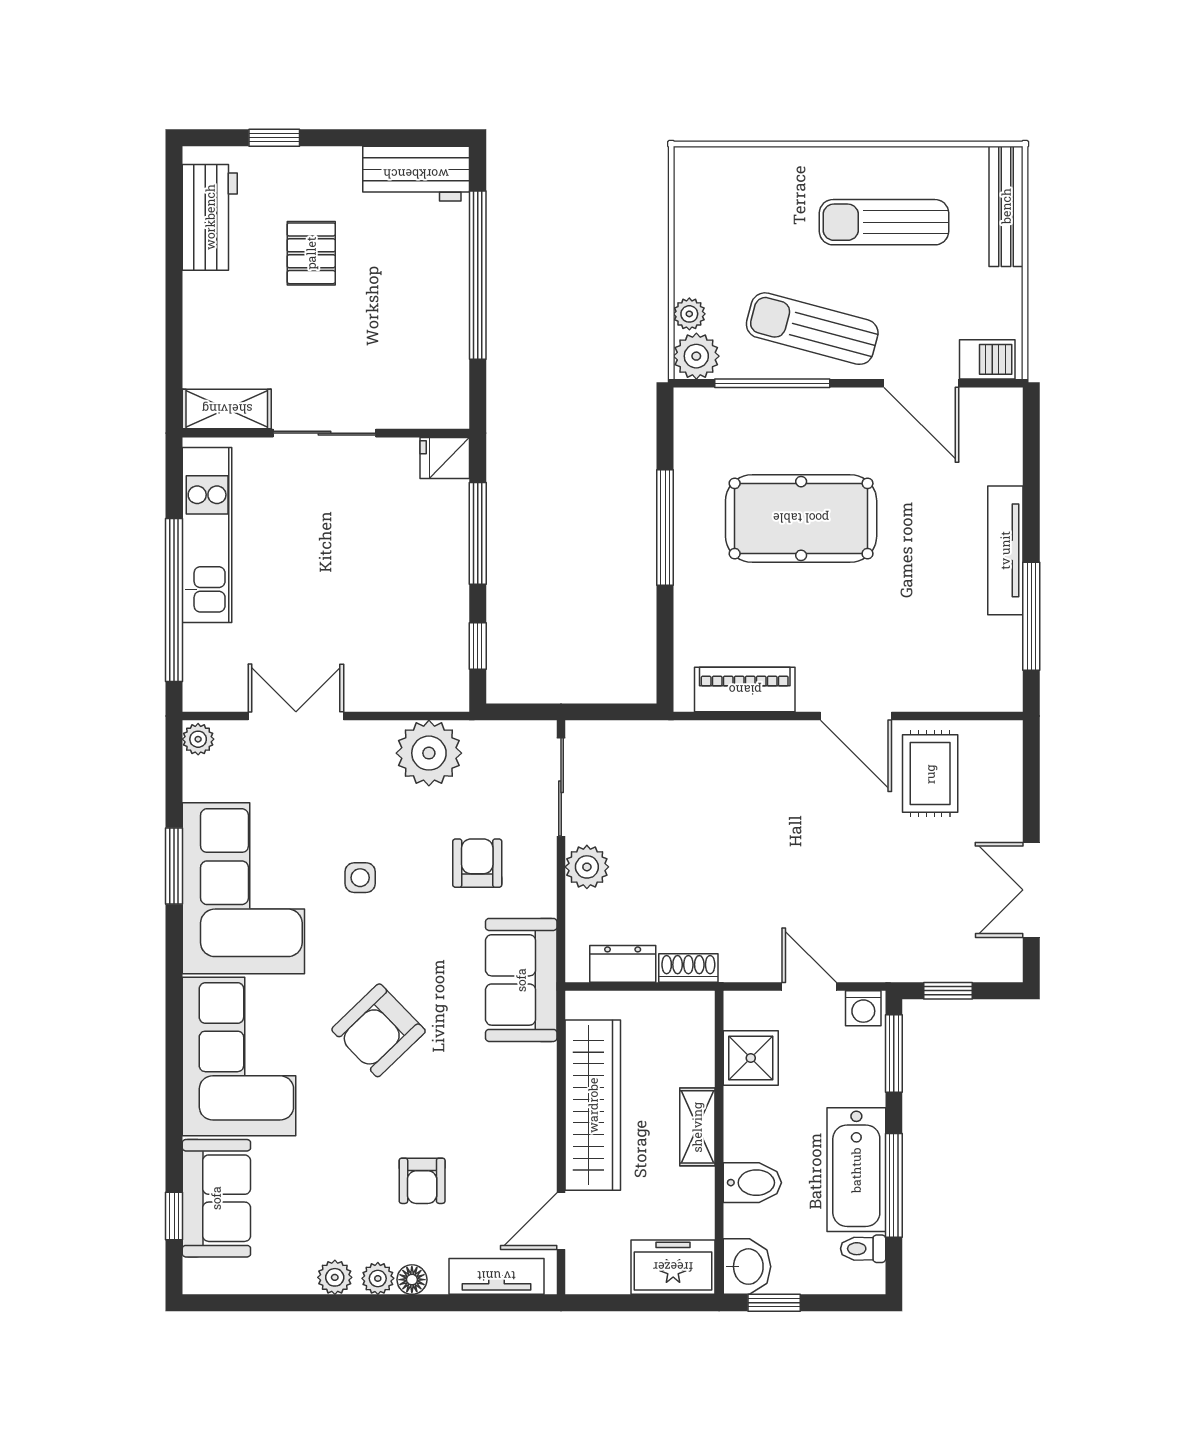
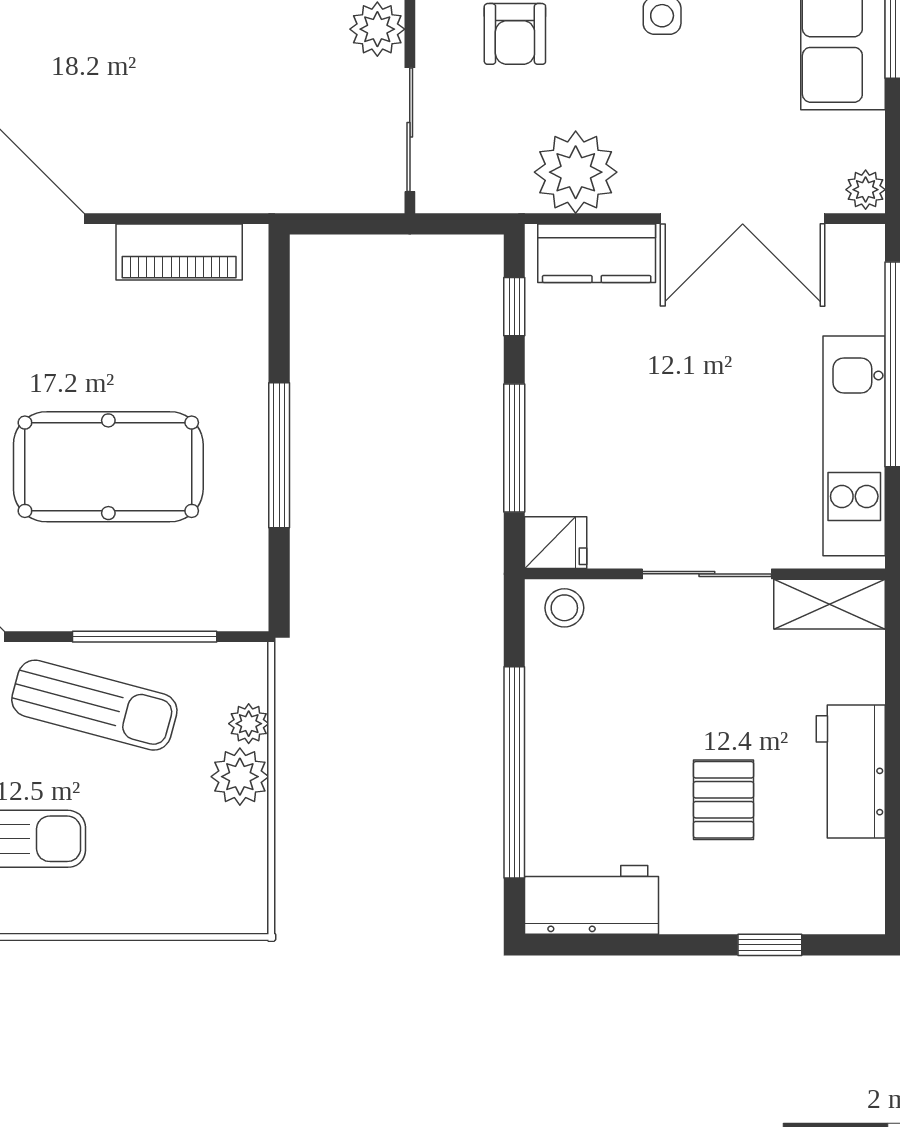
workbench: (210, 217) -> (851, 772), moved
plant: (696, 356) -> (240, 777), moved
stool: (438, 406) -> (564, 608), added
kitchen counter: (412, 689) -> (597, 253), added
double door: (296, 716) -> (743, 219), width x1.37

